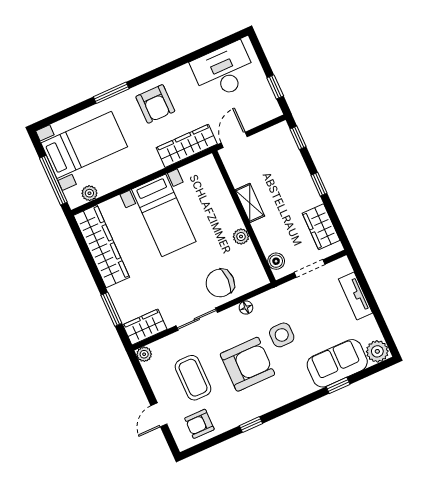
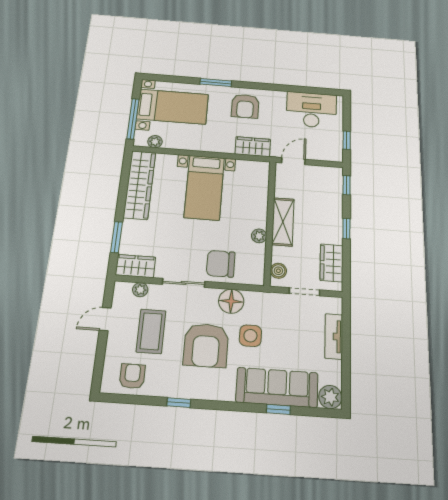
wardrobe: (187, 146) -> (253, 147), width x0.67
shelving: (250, 203) -> (283, 222), width x1.50, depth x1.33
floor lamp: (246, 308) -> (231, 301), width x1.89, depth x1.89
plant: (144, 354) -> (140, 290), moved
sofa: (337, 363) -> (277, 387), width x1.36
armchair: (247, 364) -> (206, 345), turned 90
door: (159, 415) -> (105, 319), moved
armchair: (199, 424) -> (132, 376), turned 90

